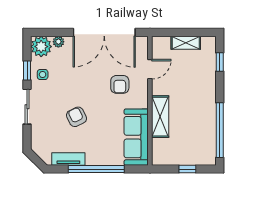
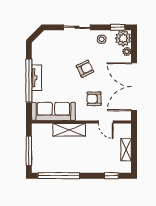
window: (27, 70) -> (118, 27), moved
armchair: (77, 117) -> (85, 69), moved
tv unit: (68, 159) -> (37, 78), moved
window: (187, 169) -> (29, 151), width x2.17

